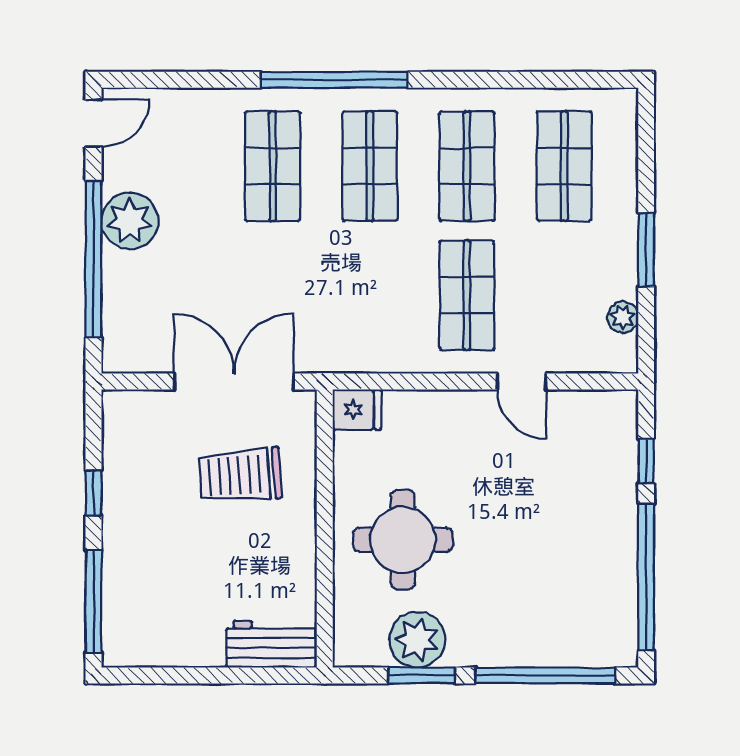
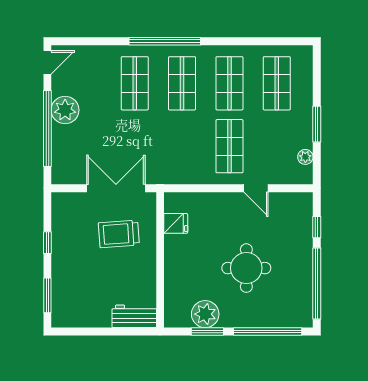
fridge: (357, 410) -> (176, 223), moved
round table: (403, 540) -> (246, 268), moved
window: (94, 601) -> (47, 295), width x0.69

